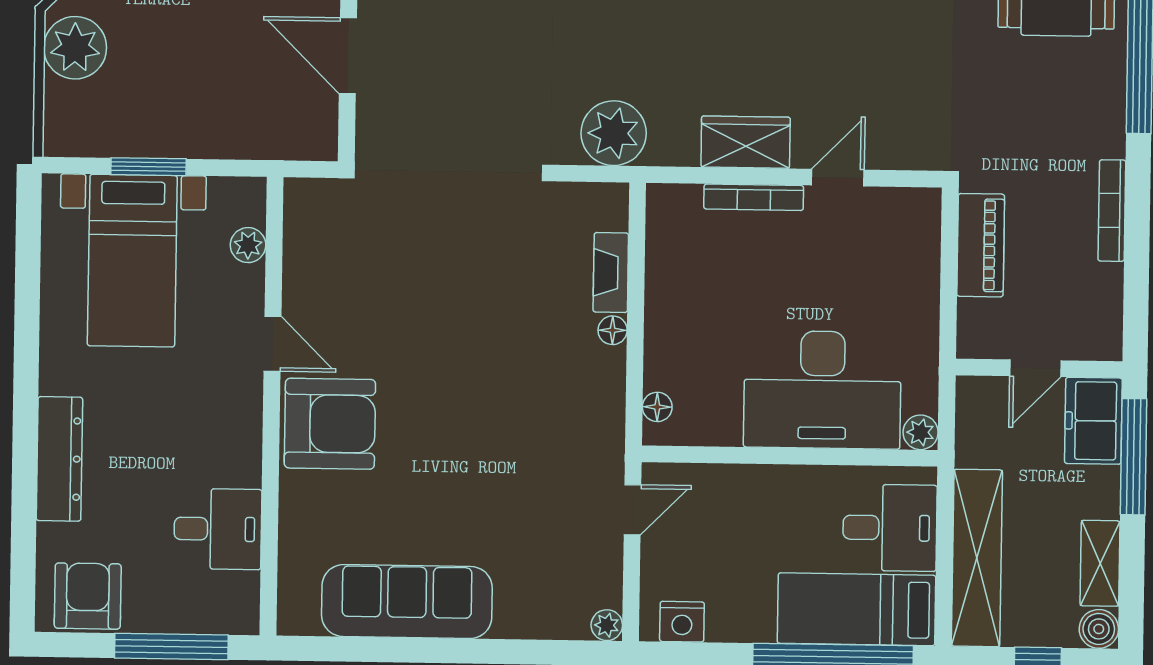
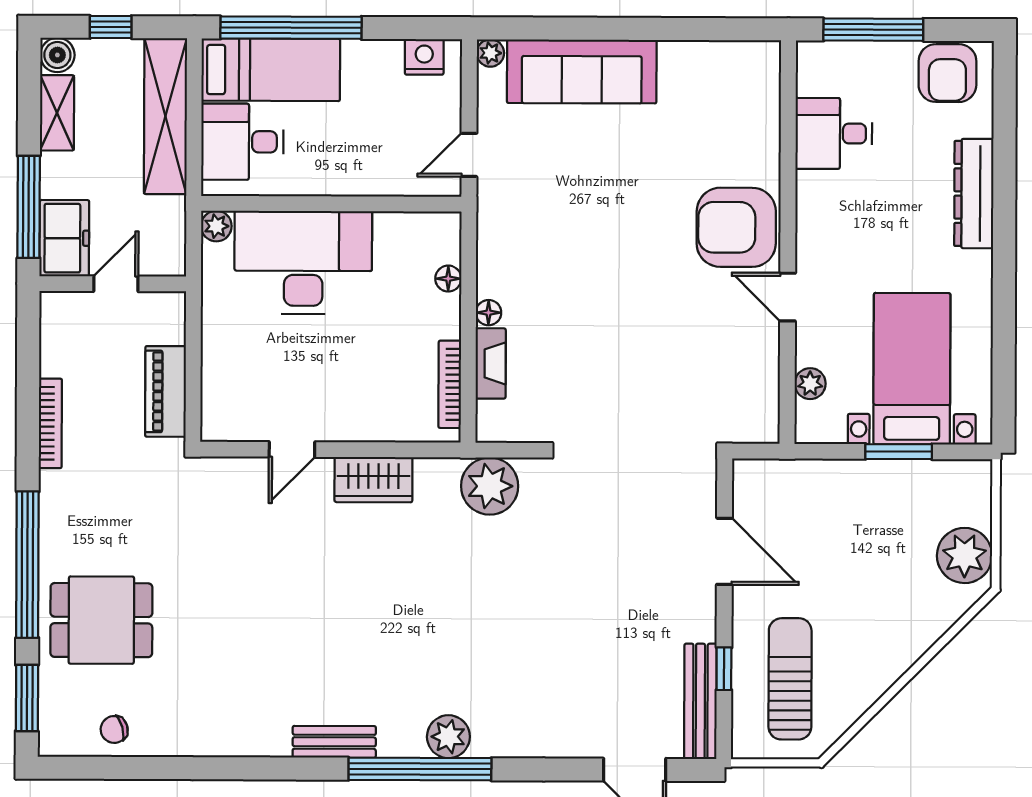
bookcase: (754, 197) -> (450, 384), moved, turned -90
floor lamp: (657, 407) -> (448, 279), moved
sofa: (407, 601) -> (582, 71), moved

